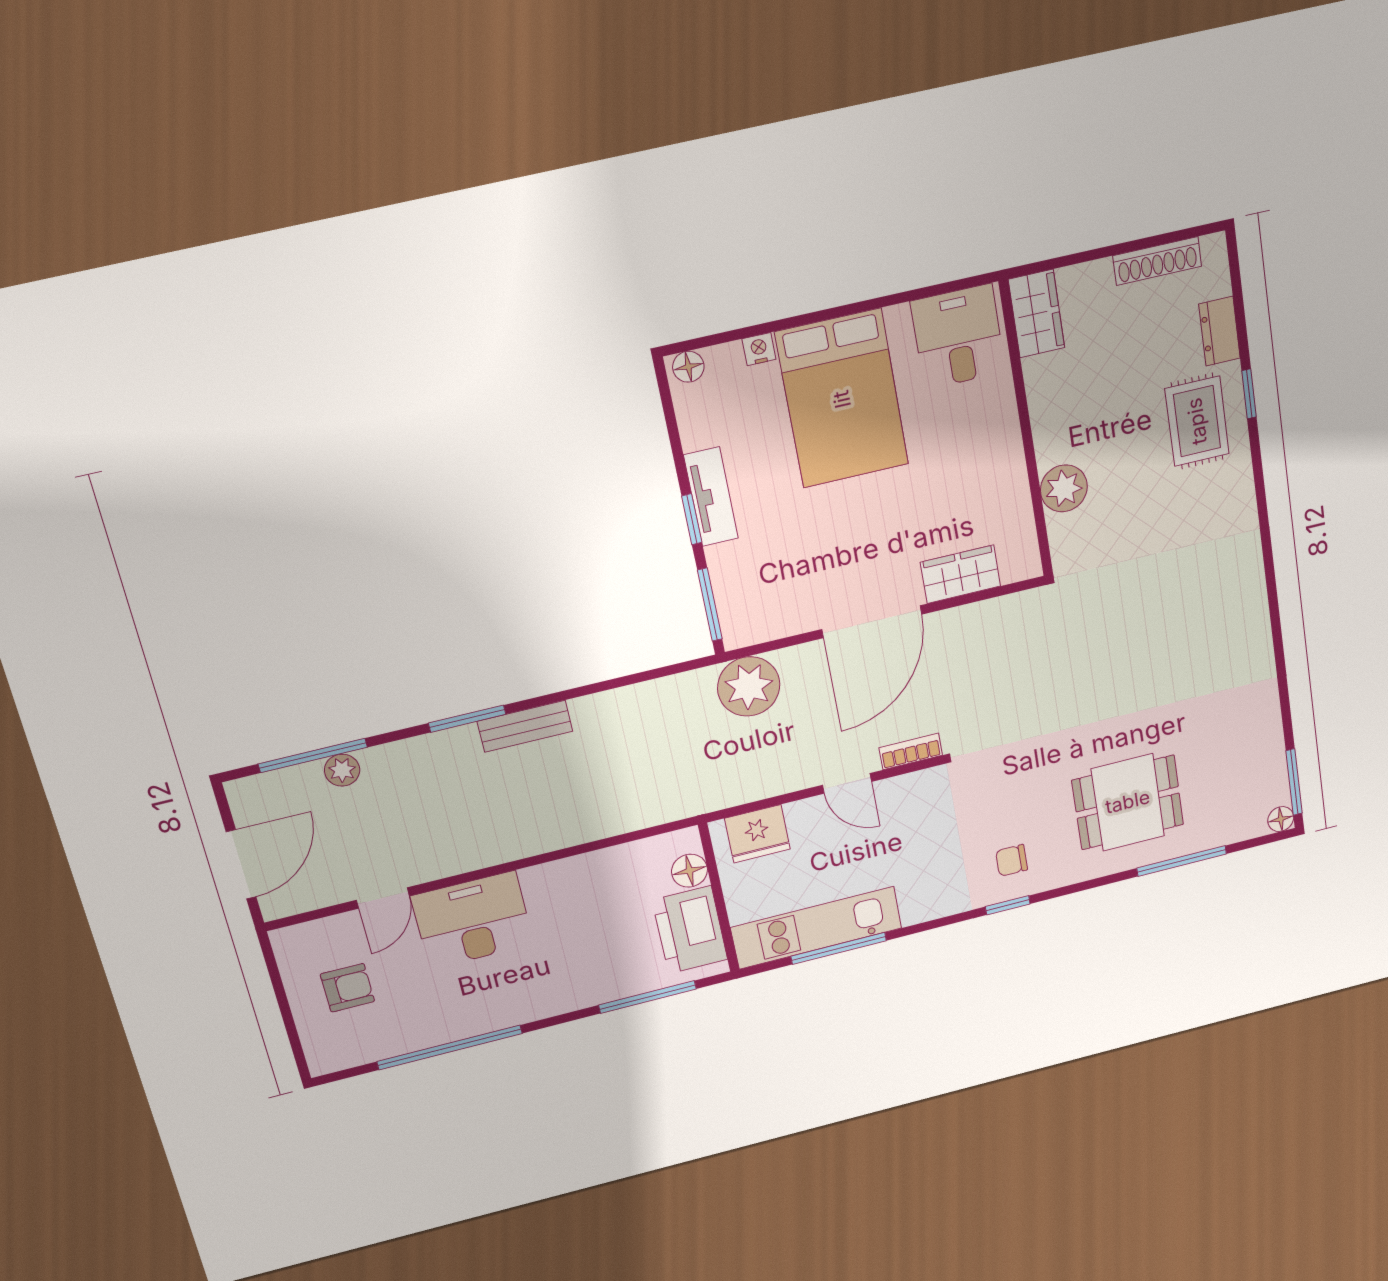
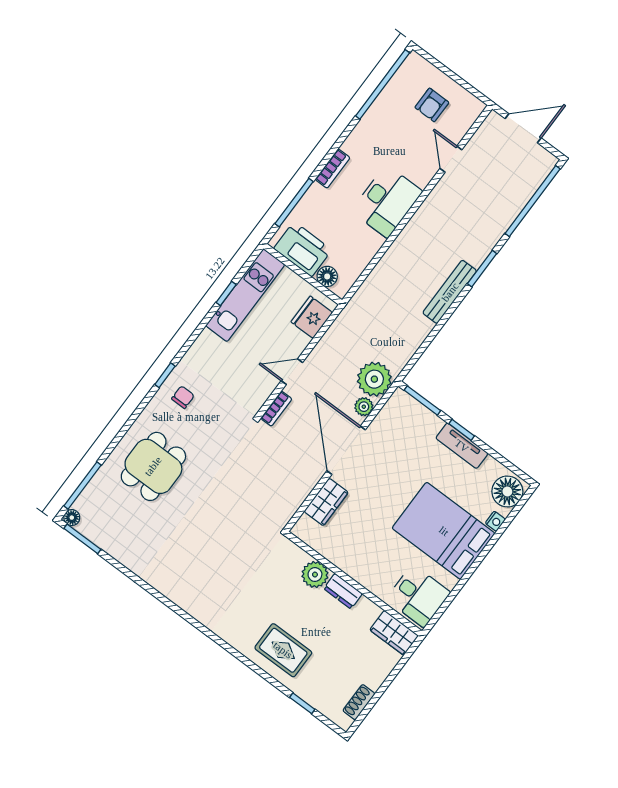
shoe rack: (1157, 261) -> (359, 702), width x0.70
dresser: (1219, 331) -> (343, 591), moved, turned 180
floor lamp: (688, 367) -> (507, 492), width x1.89, depth x1.89
window: (1249, 394) -> (302, 703), moved
bench: (525, 726) -> (450, 292), width x1.36
window: (313, 756) -> (533, 201), width x1.46
plant: (342, 770) -> (364, 407), moved
window: (1182, 861) -> (82, 485), moved
door: (241, 864) -> (523, 128), swing flipped
desk: (473, 920) -> (387, 201), moved
window: (839, 948) -> (226, 293), width x0.46
bookcase: (558, 1003) -> (333, 169), added
window: (450, 1047) -> (383, 84), moved

